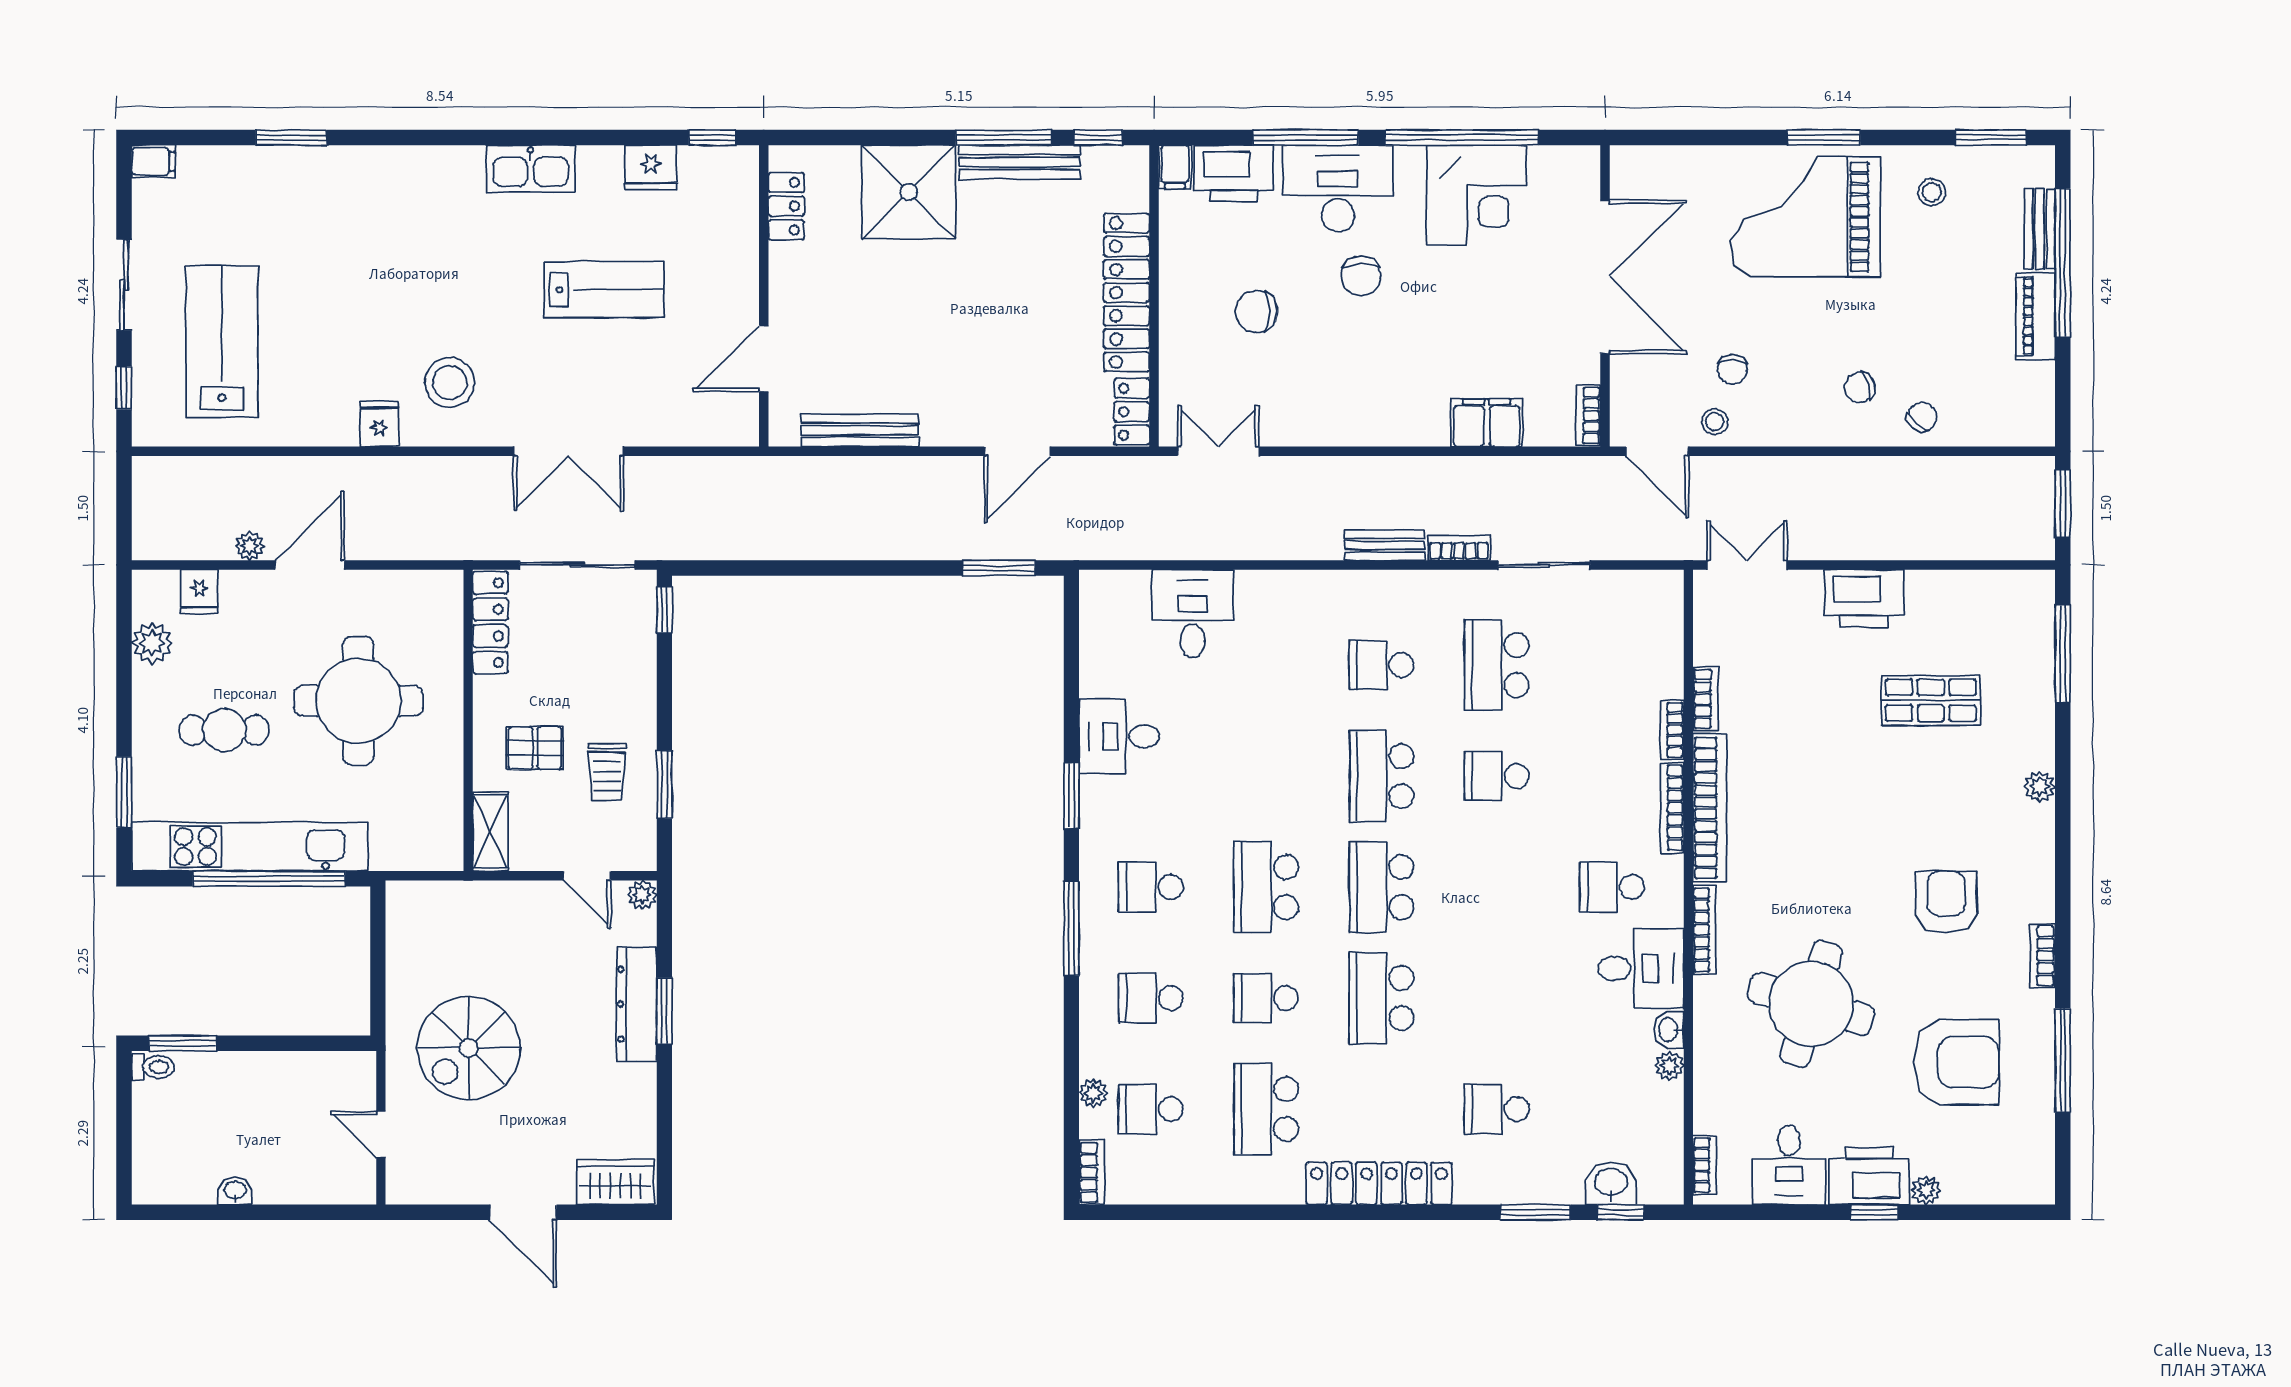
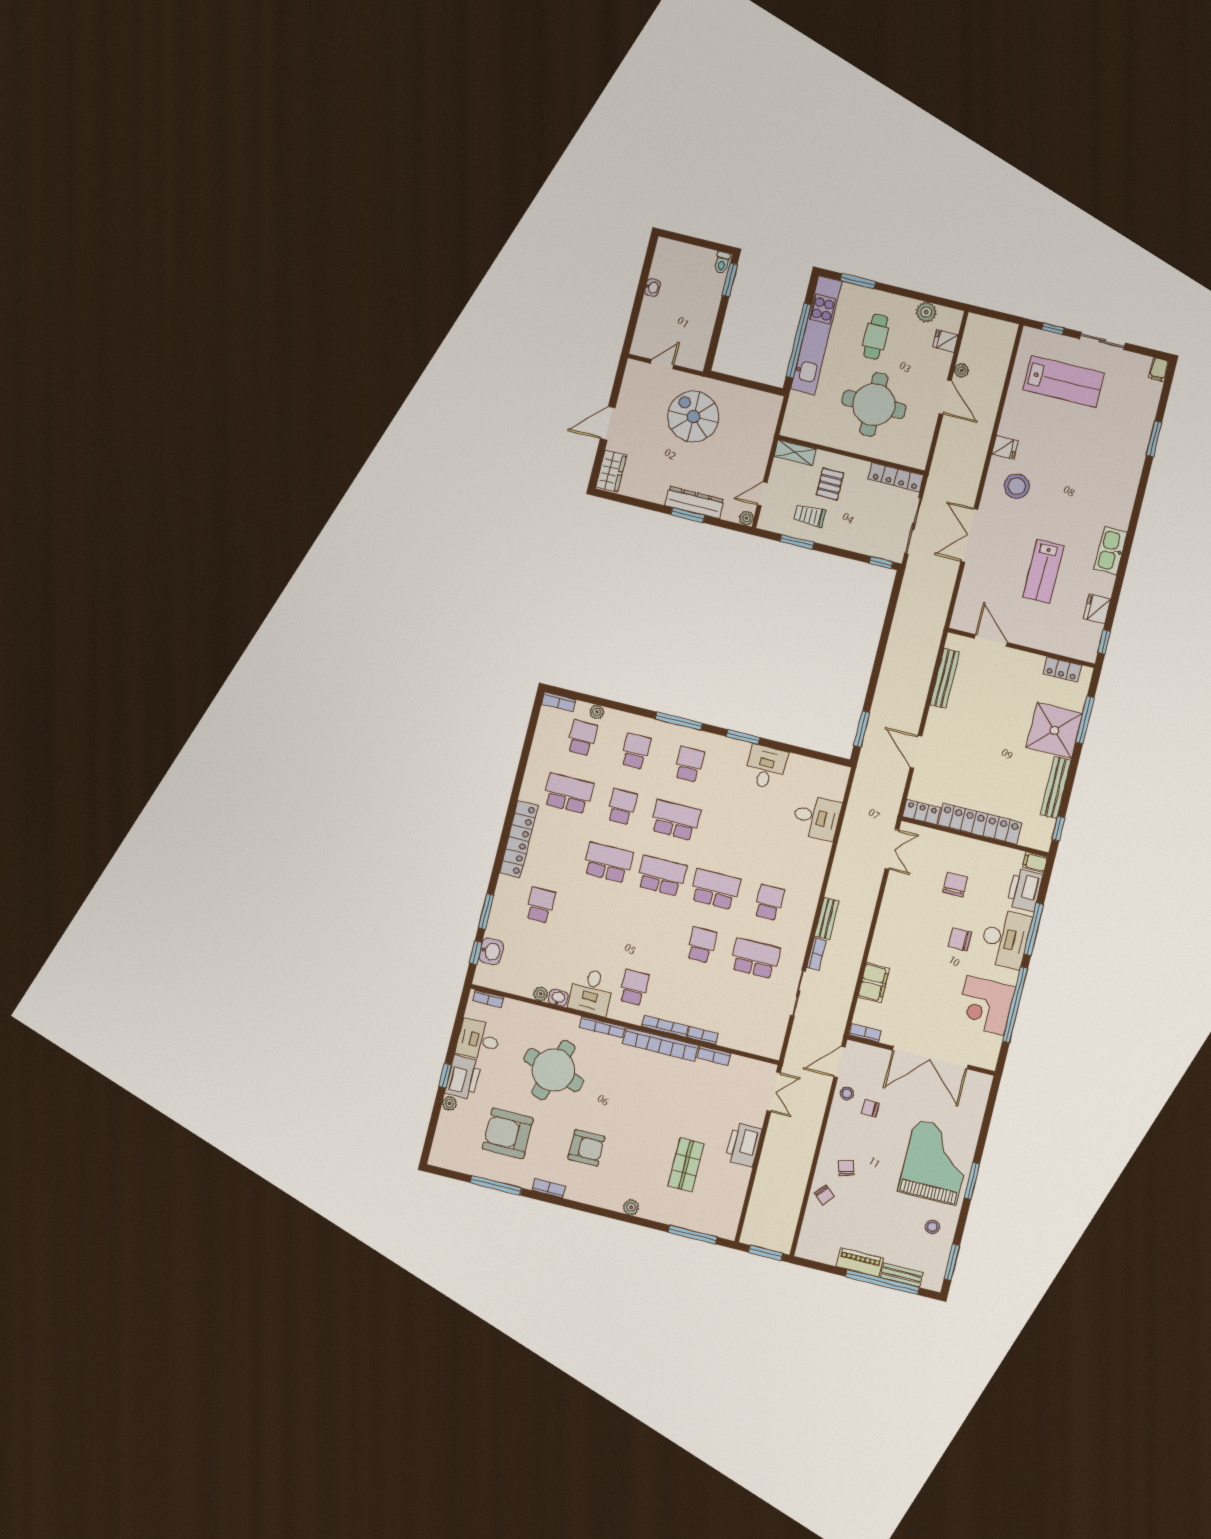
window: (1004, 137) -> (1085, 720), moved
armchair: (1956, 1062) -> (508, 1134), turned 90

